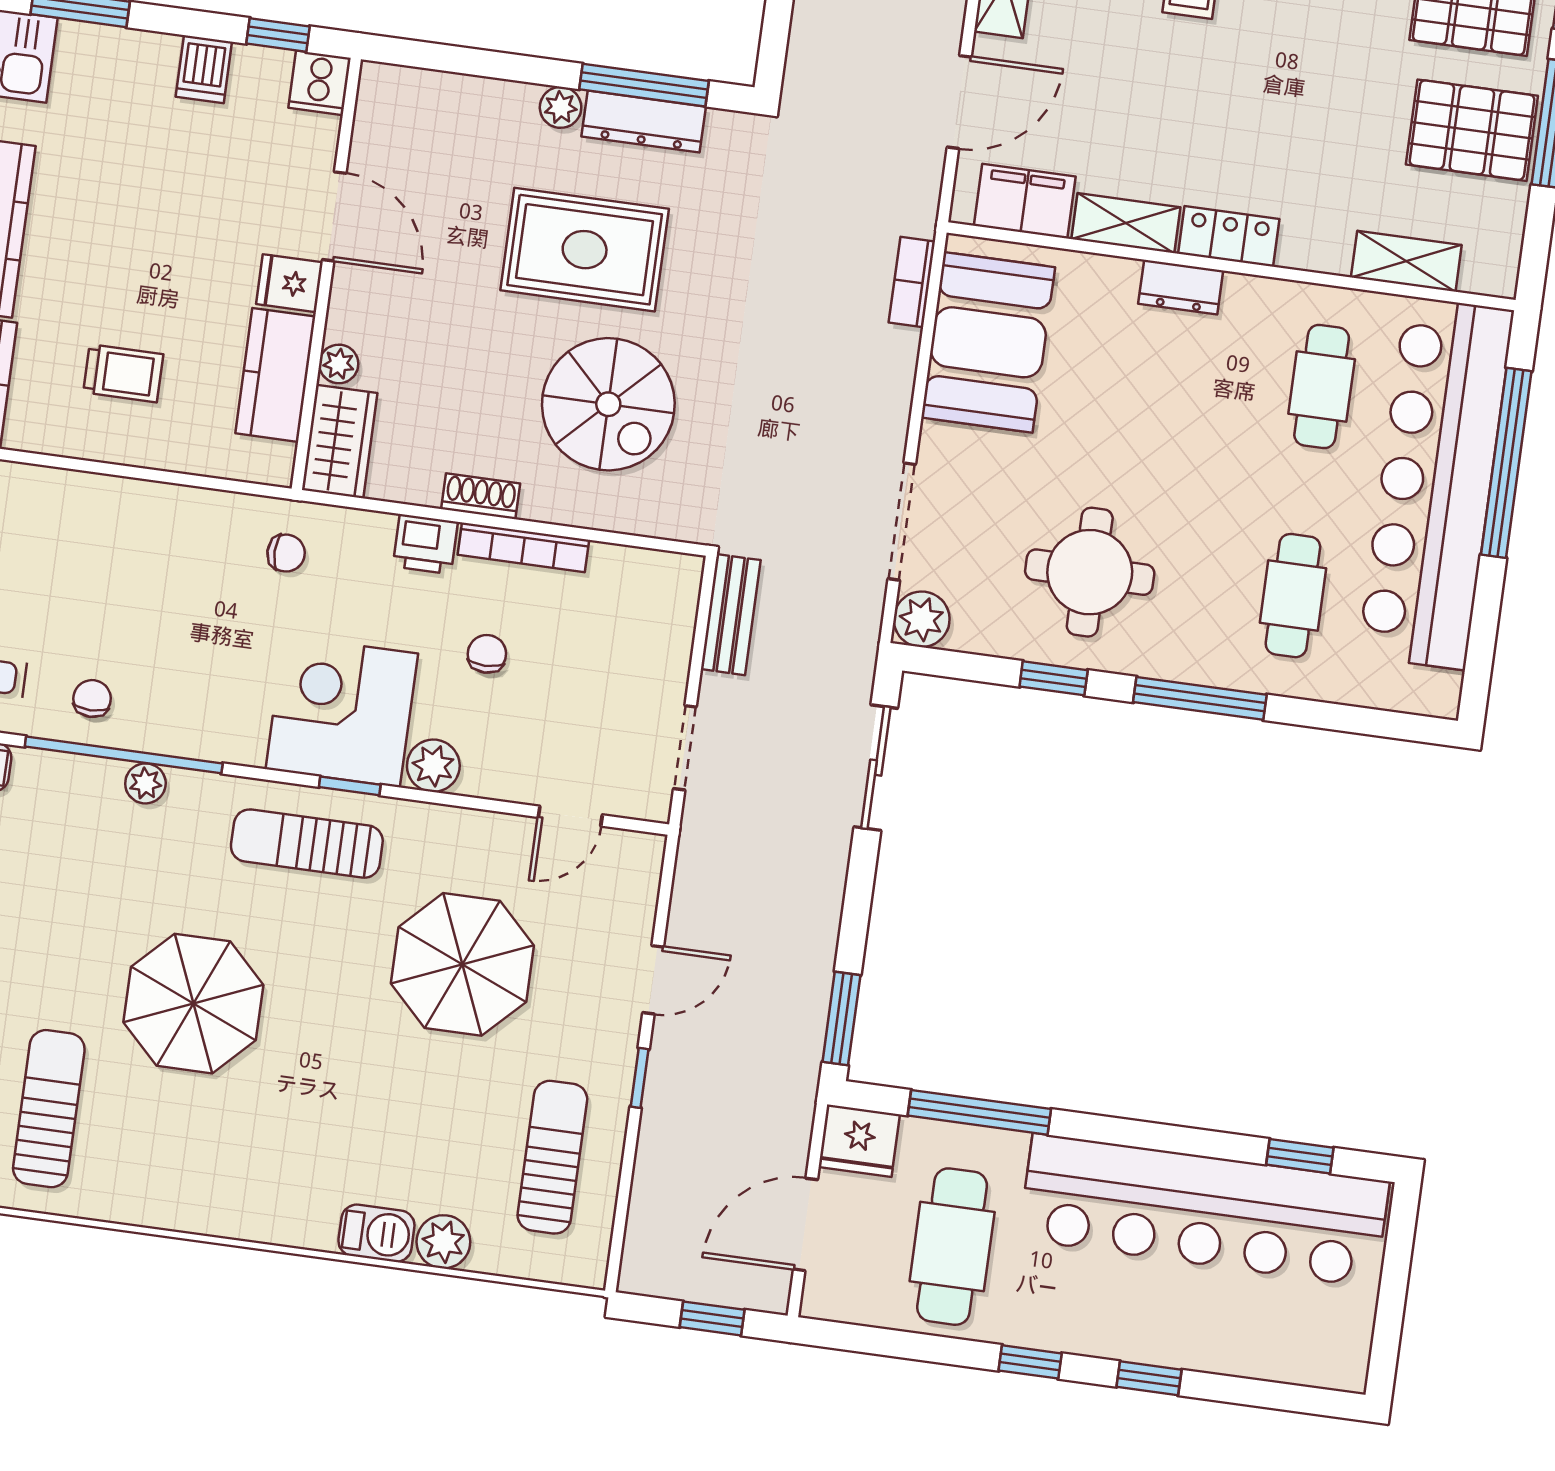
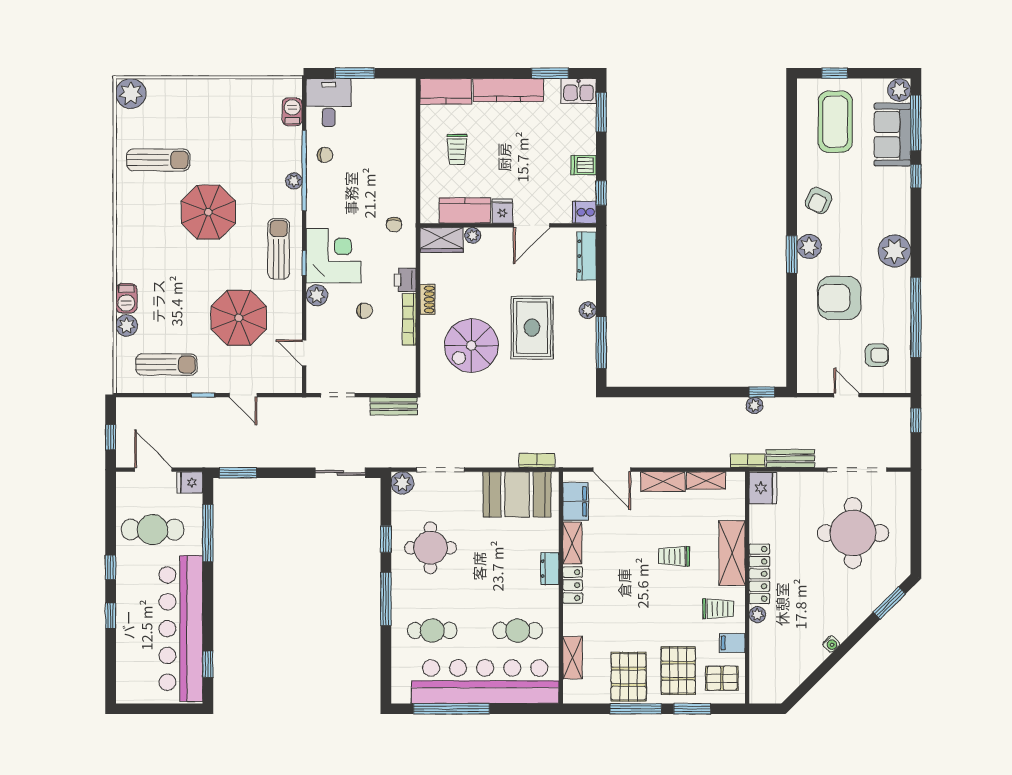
dresser: (644, 122) -> (587, 256), moved
window: (1506, 463) -> (451, 709), moved
fridge: (859, 1141) -> (190, 482), width x0.72

